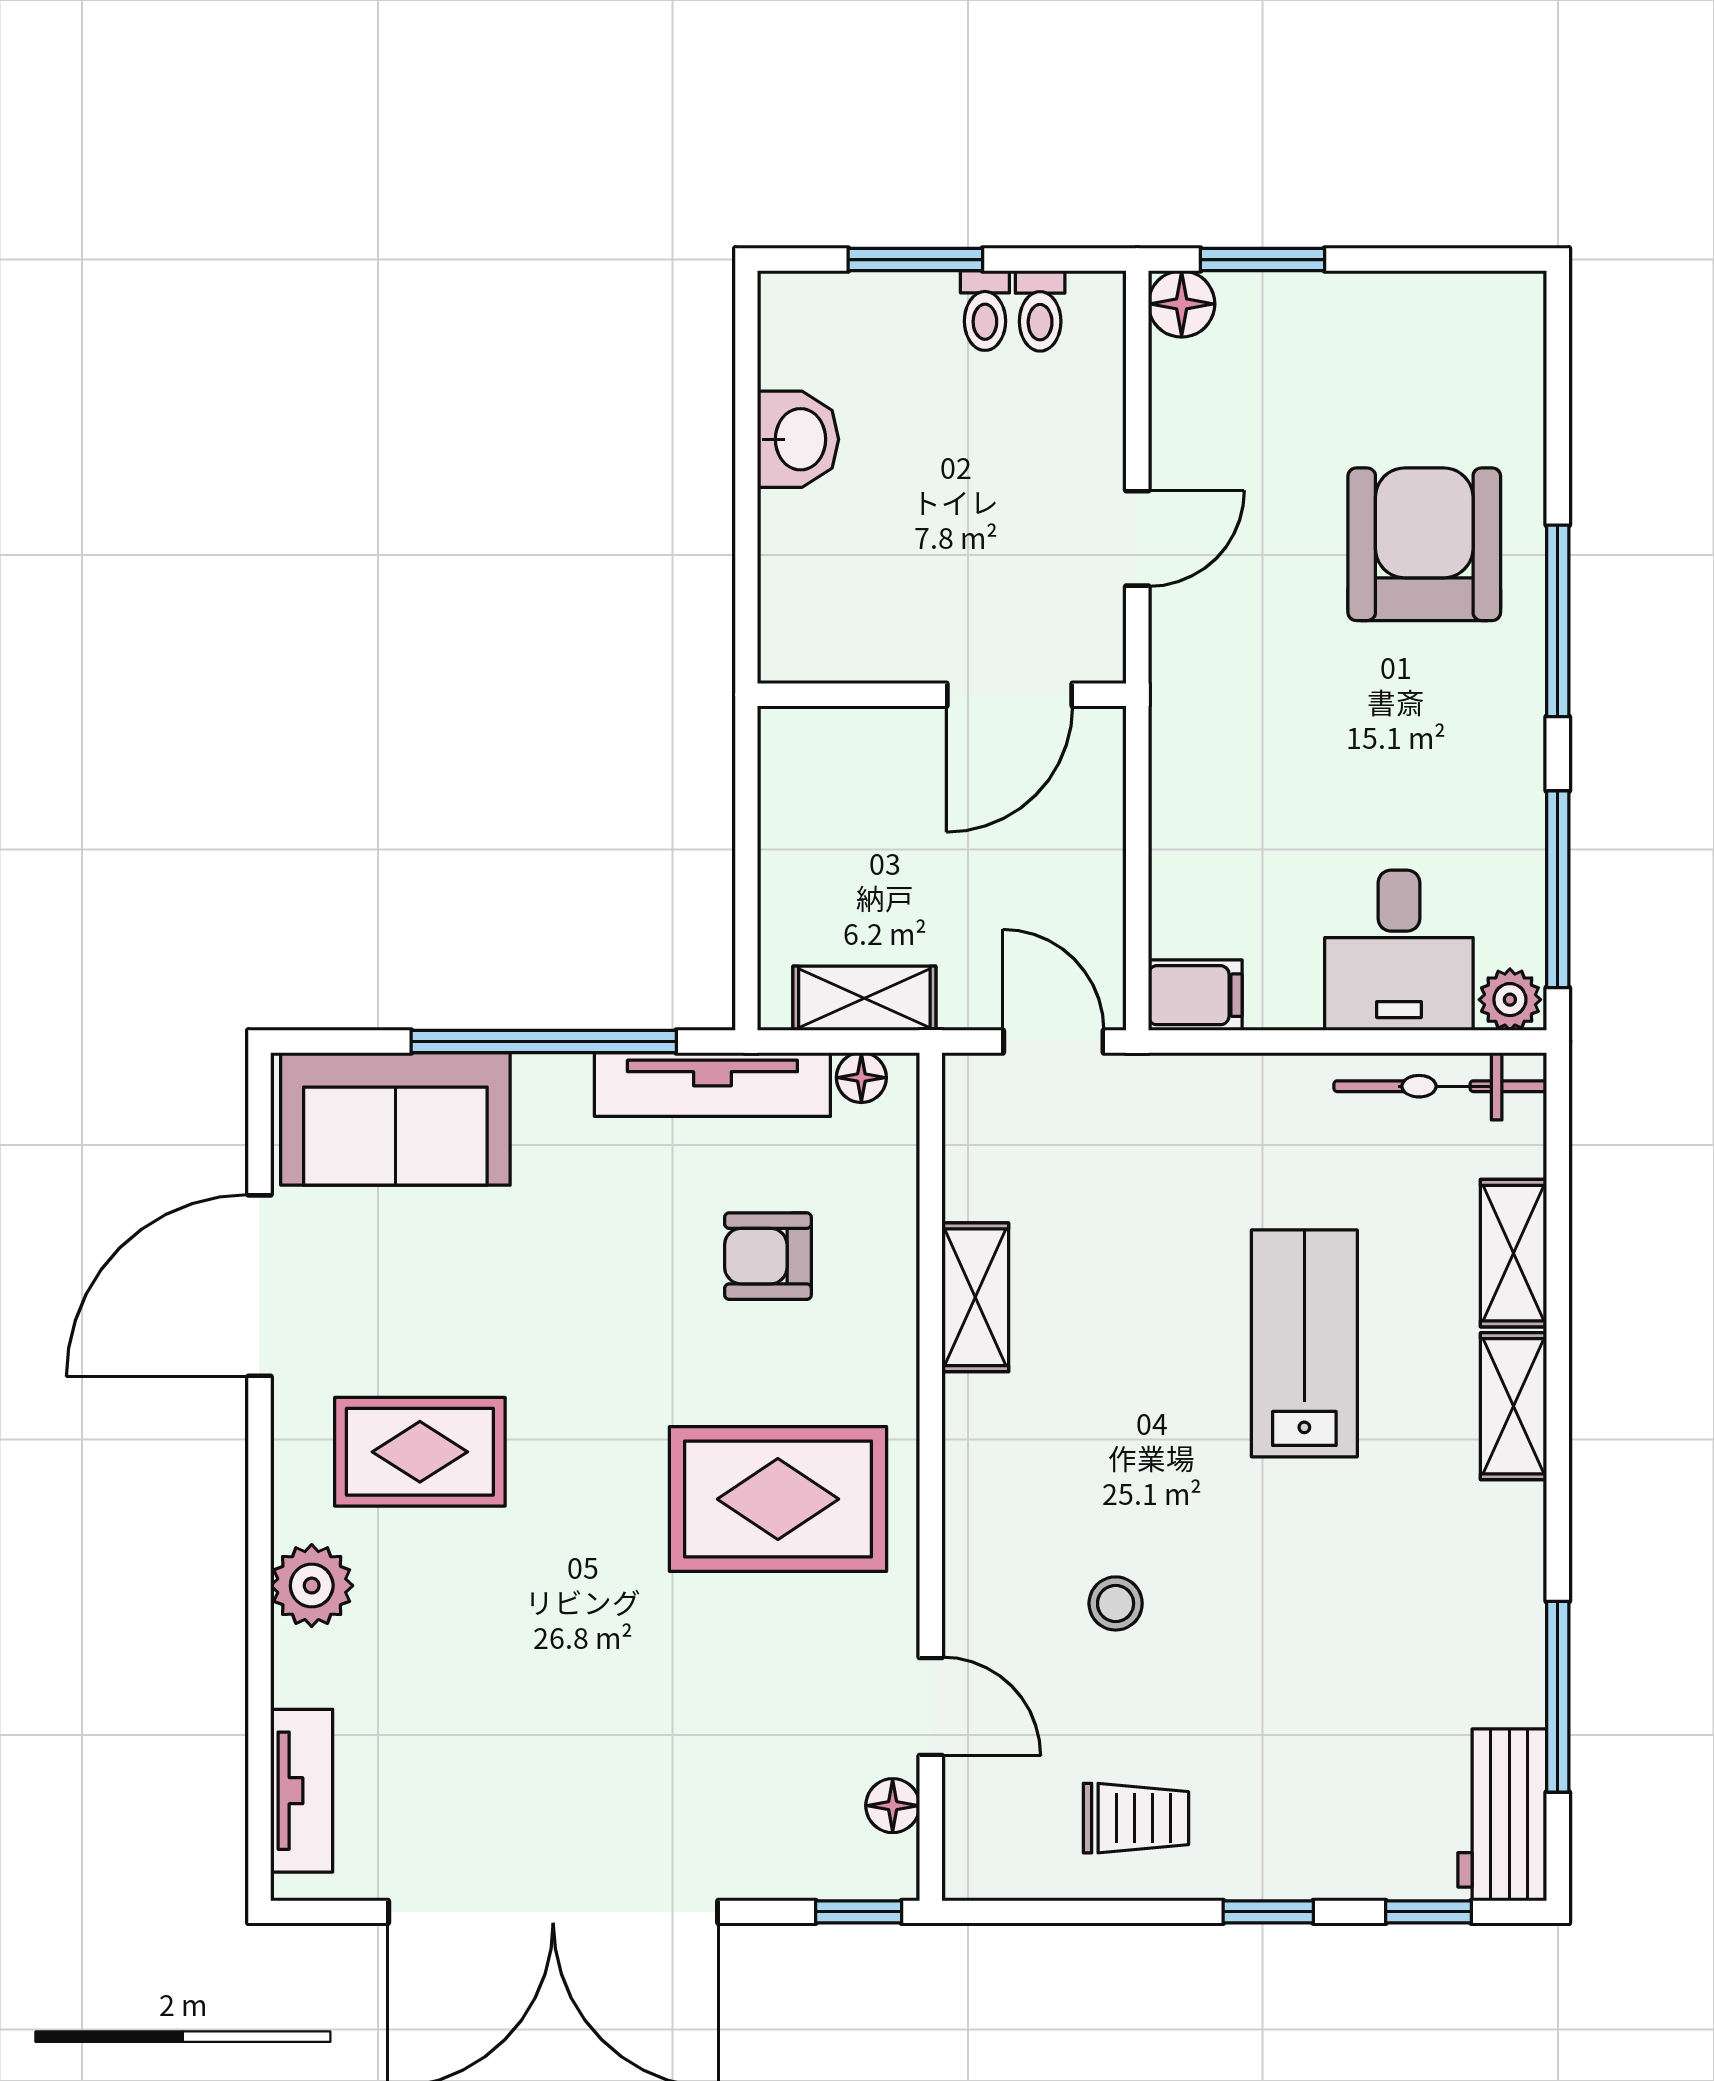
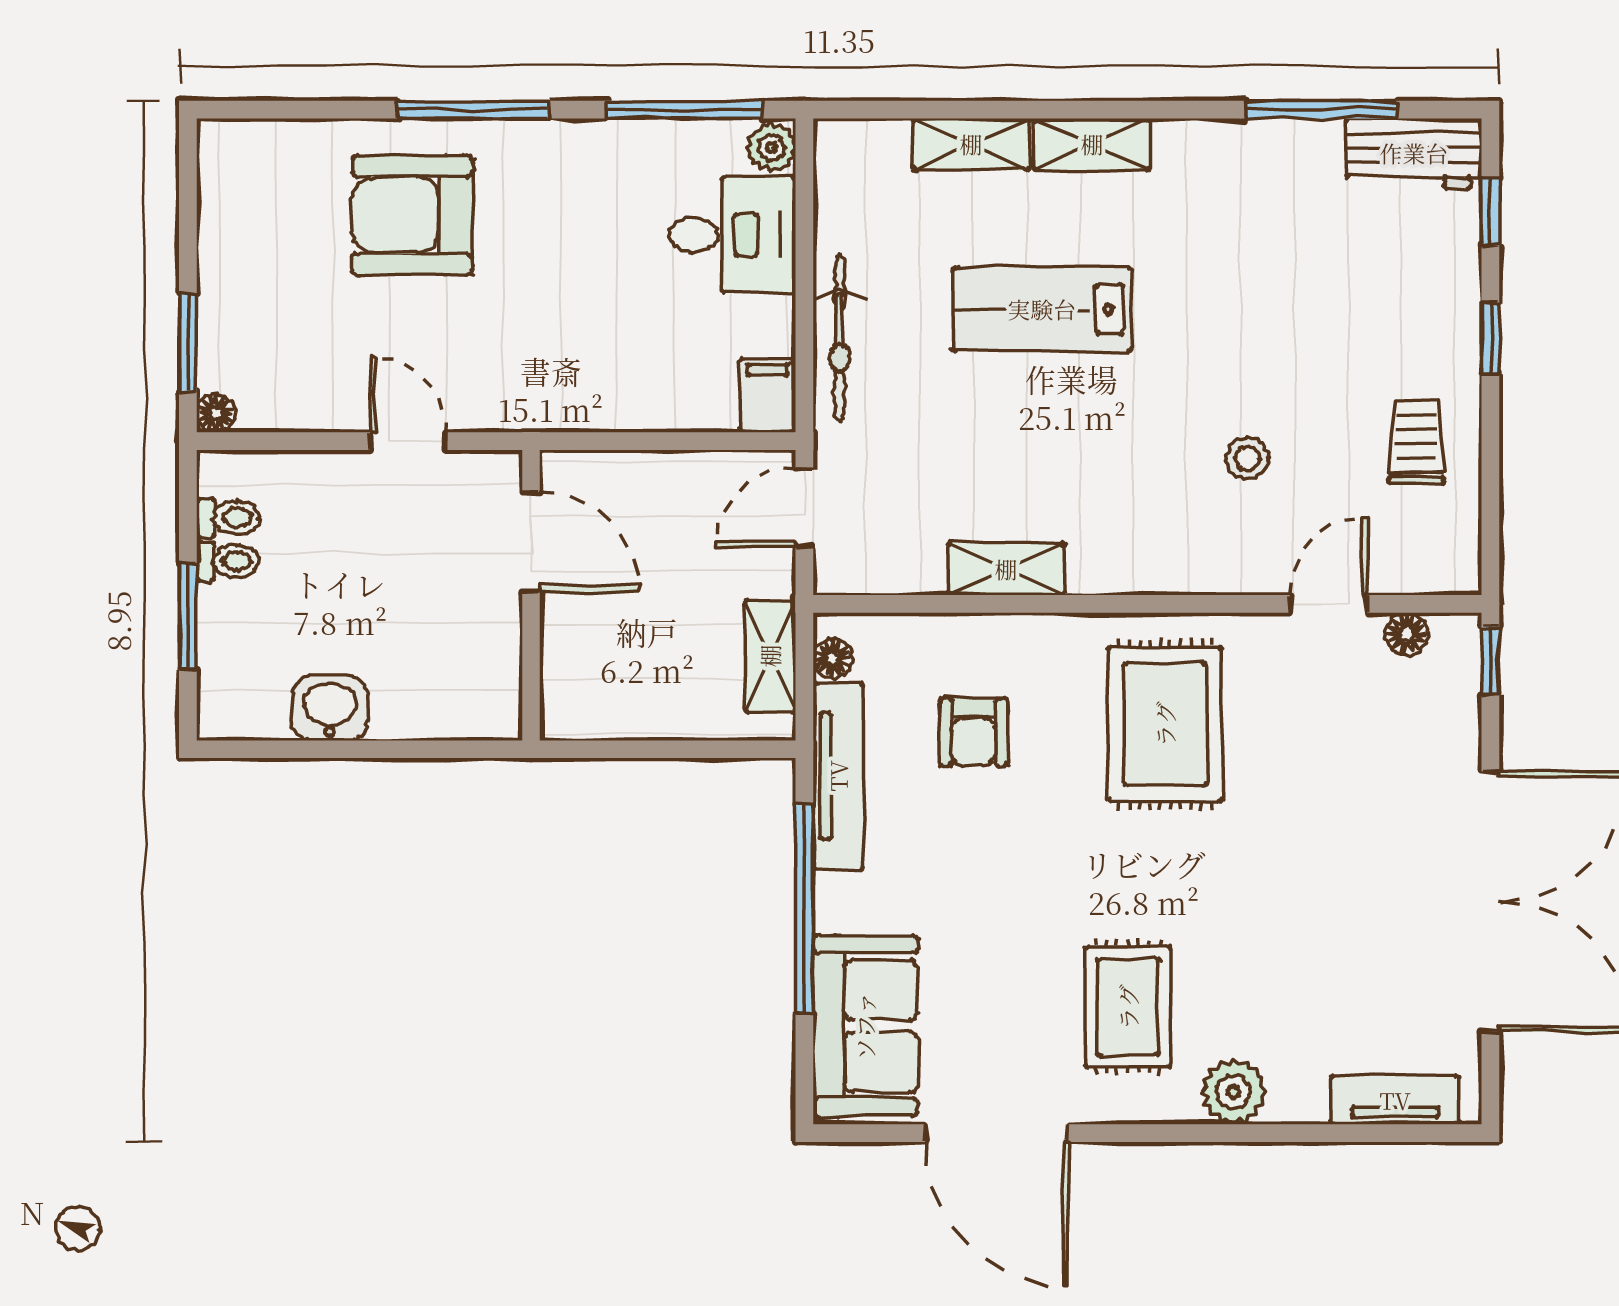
floor lamp: (1182, 304) -> (216, 413), width x0.73, depth x0.73
bicycle: (1440, 1086) -> (840, 338), moved

